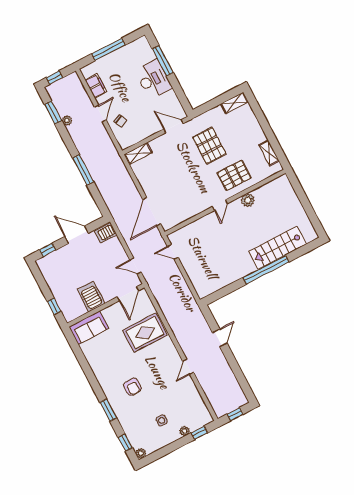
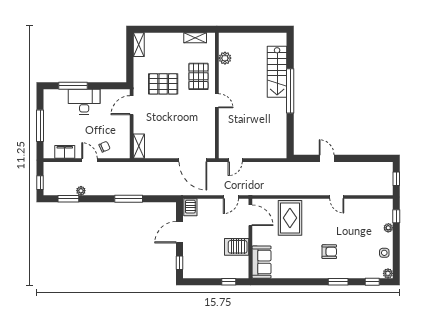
plant: (248, 200) -> (225, 58), moved
side table: (162, 420) -> (384, 253), moved

